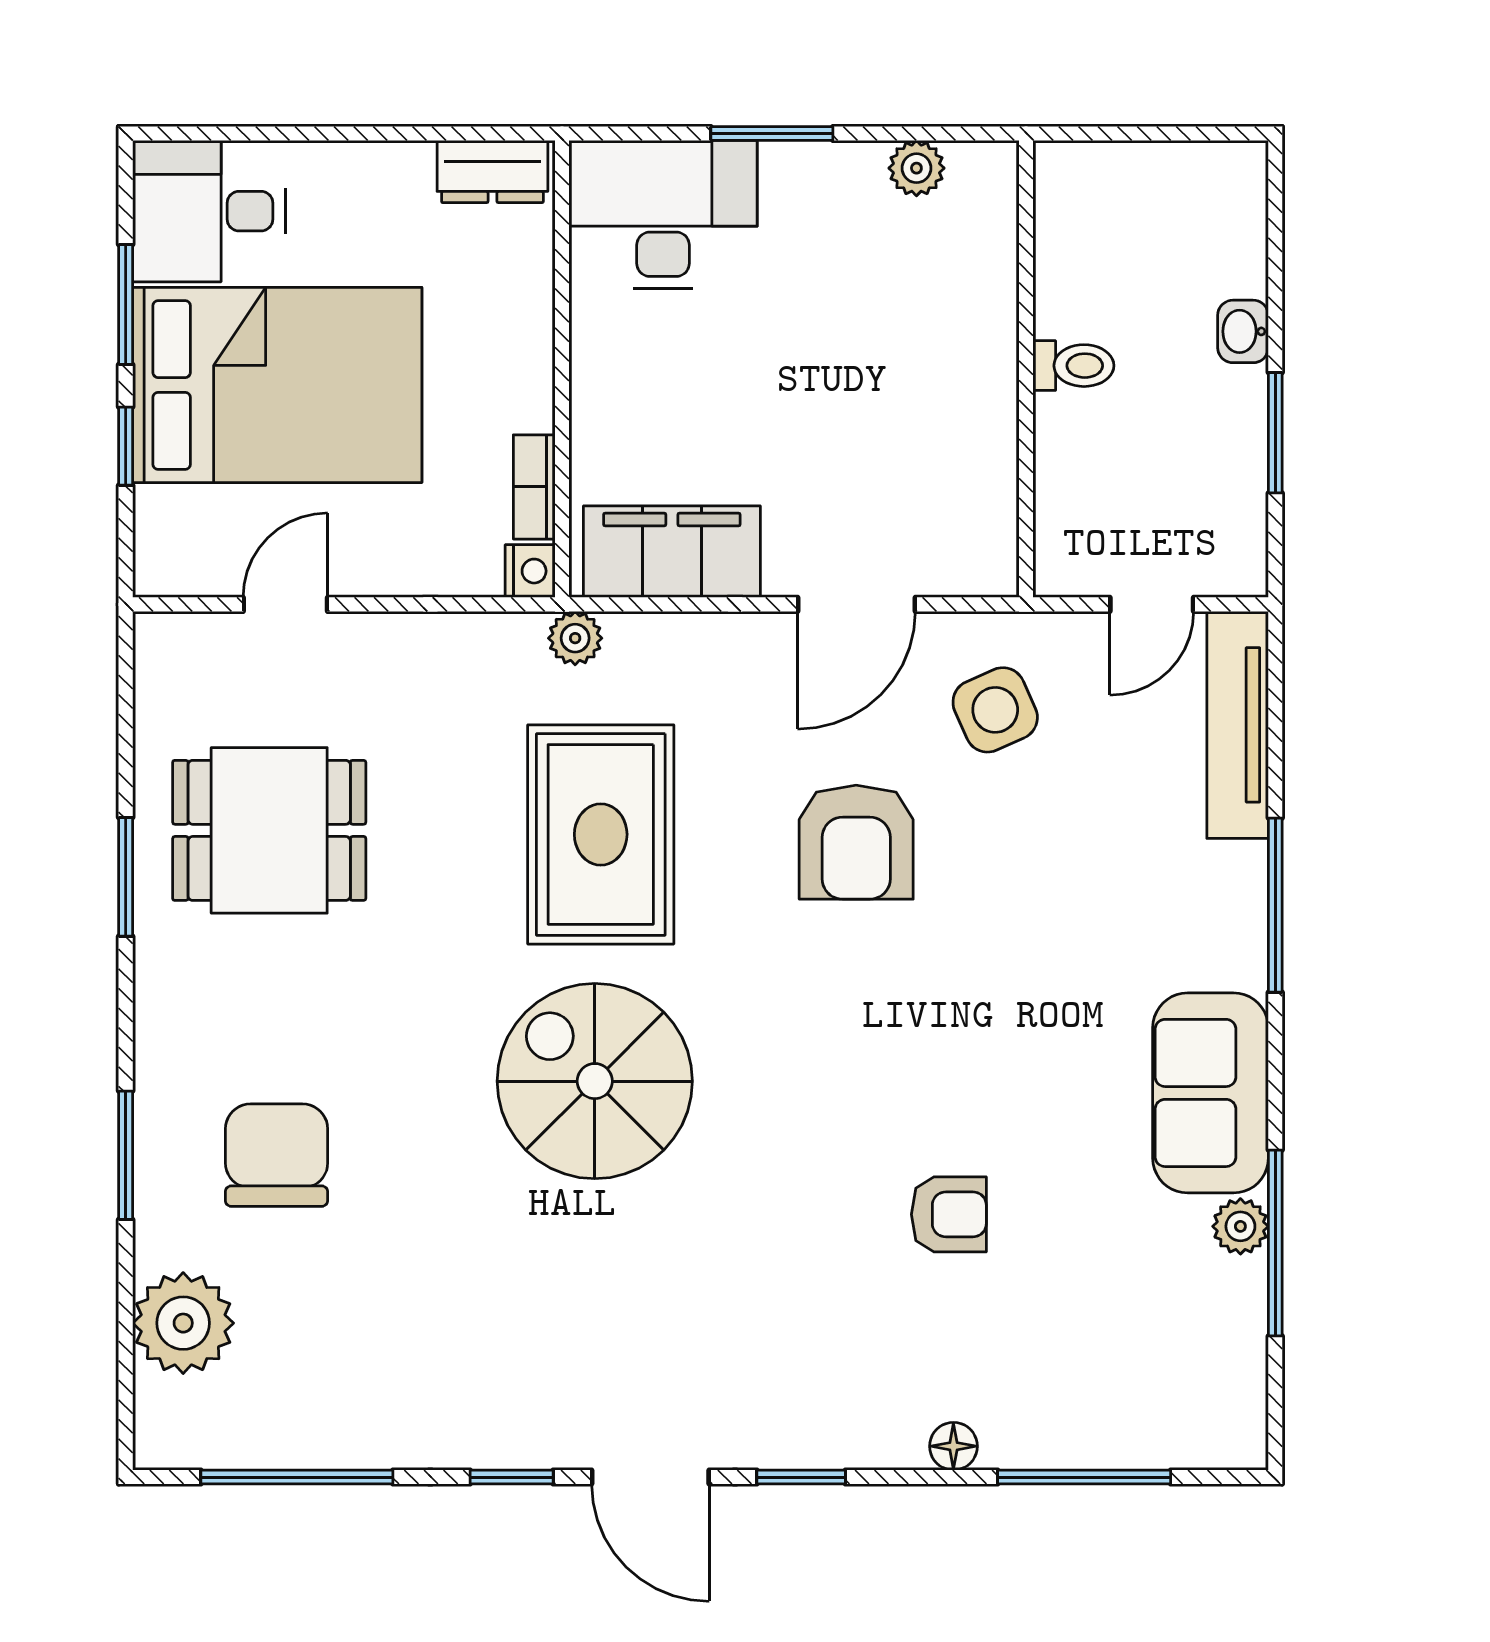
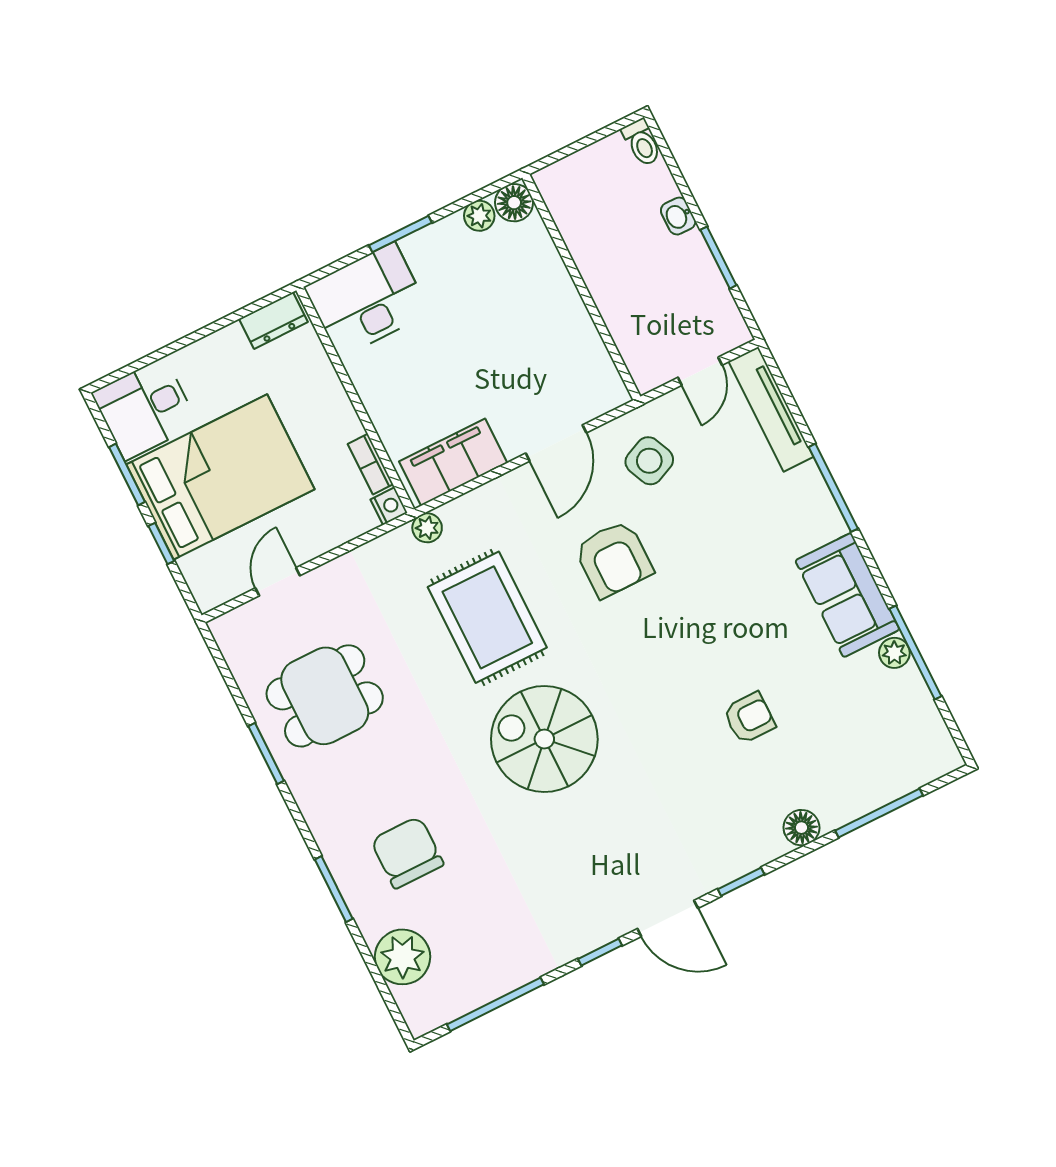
floor lamp: (984, 175) -> (514, 203), added
toilet: (1073, 366) -> (642, 143), moved, turned 90
floor lamp: (953, 1446) -> (801, 828), width x1.37, depth x1.37

